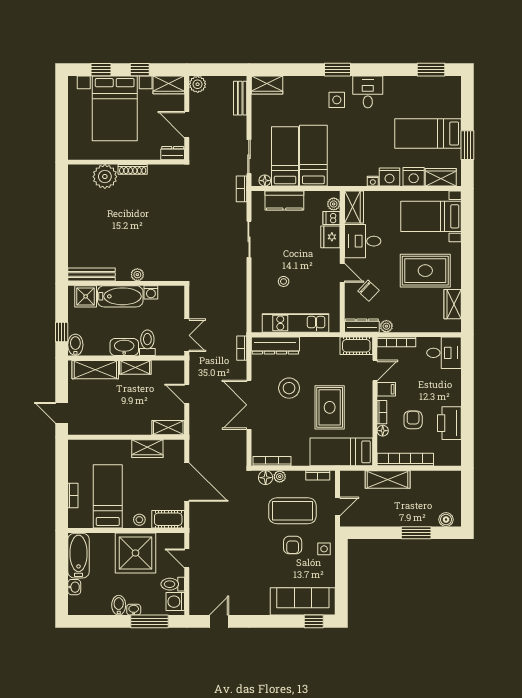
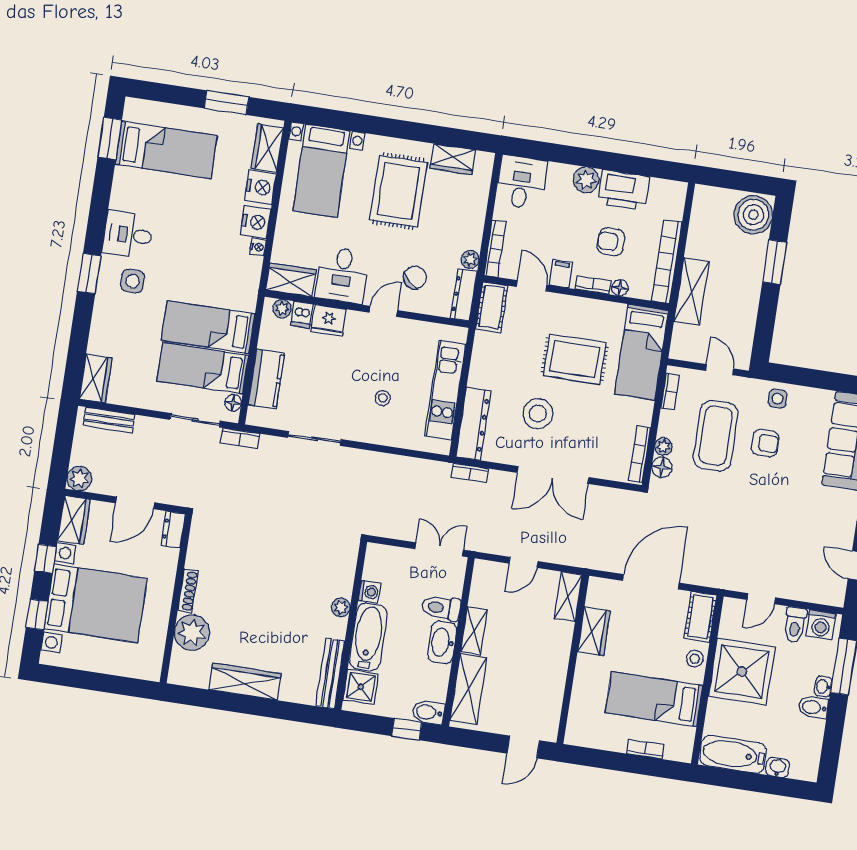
bed: (428, 134) -> (166, 150), moved, turned -90
wardrobe: (77, 217) -> (245, 682), added
plant: (452, 397) -> (586, 180), added
boiler: (446, 520) -> (753, 215), width x1.86, depth x1.86

